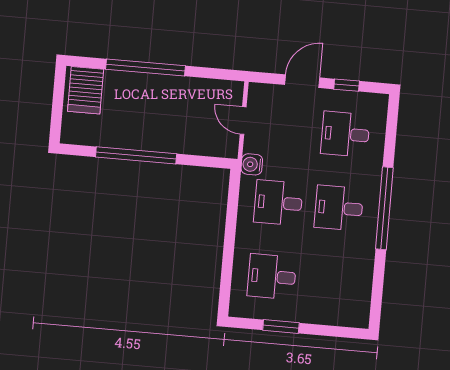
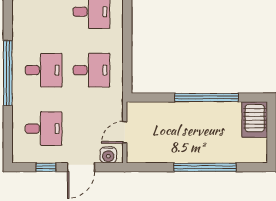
server rack: (86, 90) -> (255, 120), moved, turned 180
door: (243, 121) -> (125, 132), swing flipped
water cooler: (252, 164) -> (108, 155), moved, turned 90

